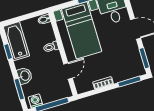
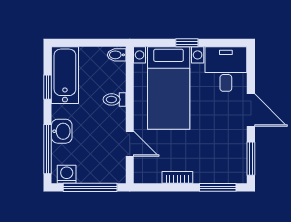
door: (68, 71) -> (130, 144), hinge flipped
window: (19, 89) -> (48, 149), width x1.44

